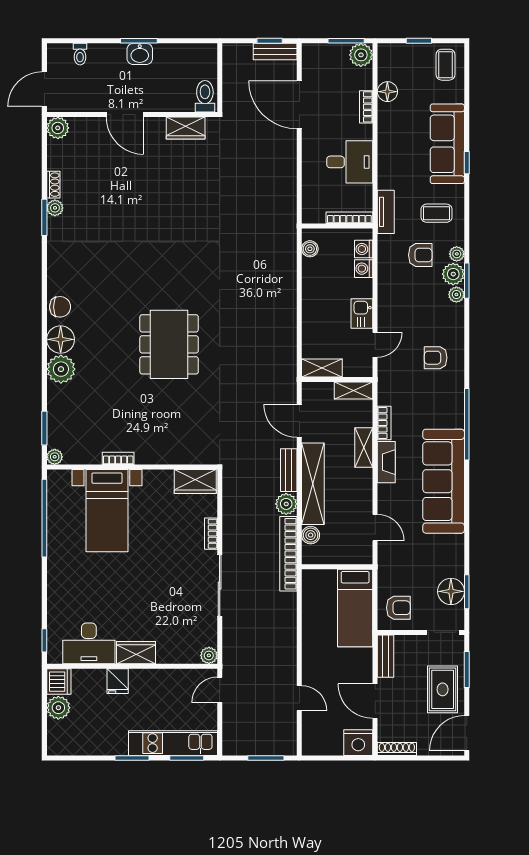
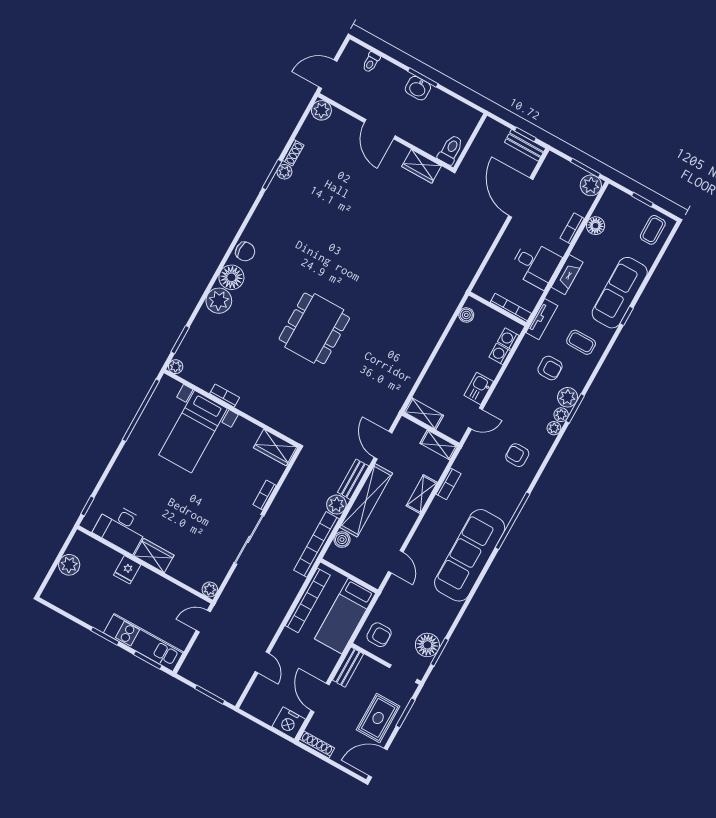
plant: (457, 254) -> (554, 428), moved
fireplace: (386, 462) -> (567, 275), moved
bookcase: (310, 613) -> (308, 600), added
dishwasher: (59, 682) -> (81, 545), removed

